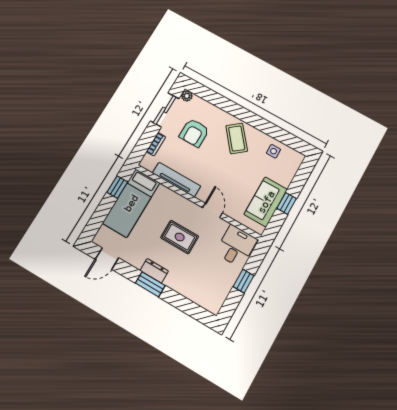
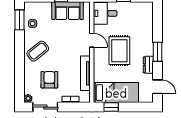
armchair: (194, 133) -> (49, 80), turned -90
window: (287, 138) -> (19, 20), added
door: (212, 210) -> (92, 40), swing flipped
rug: (180, 237) -> (119, 51), width x1.36, depth x1.43
dresser: (154, 271) -> (148, 65), moved

